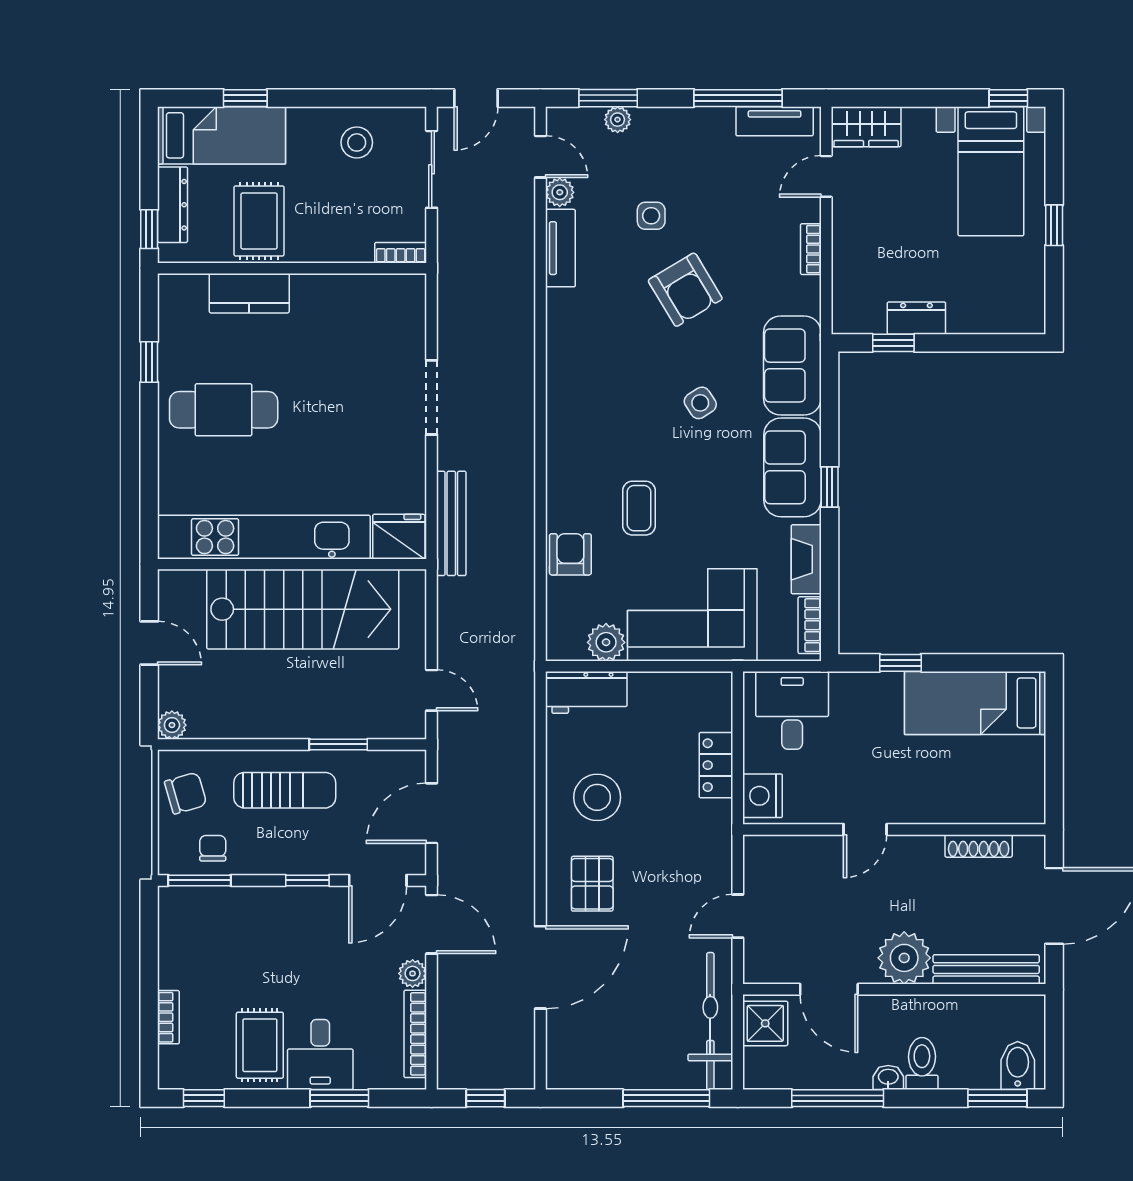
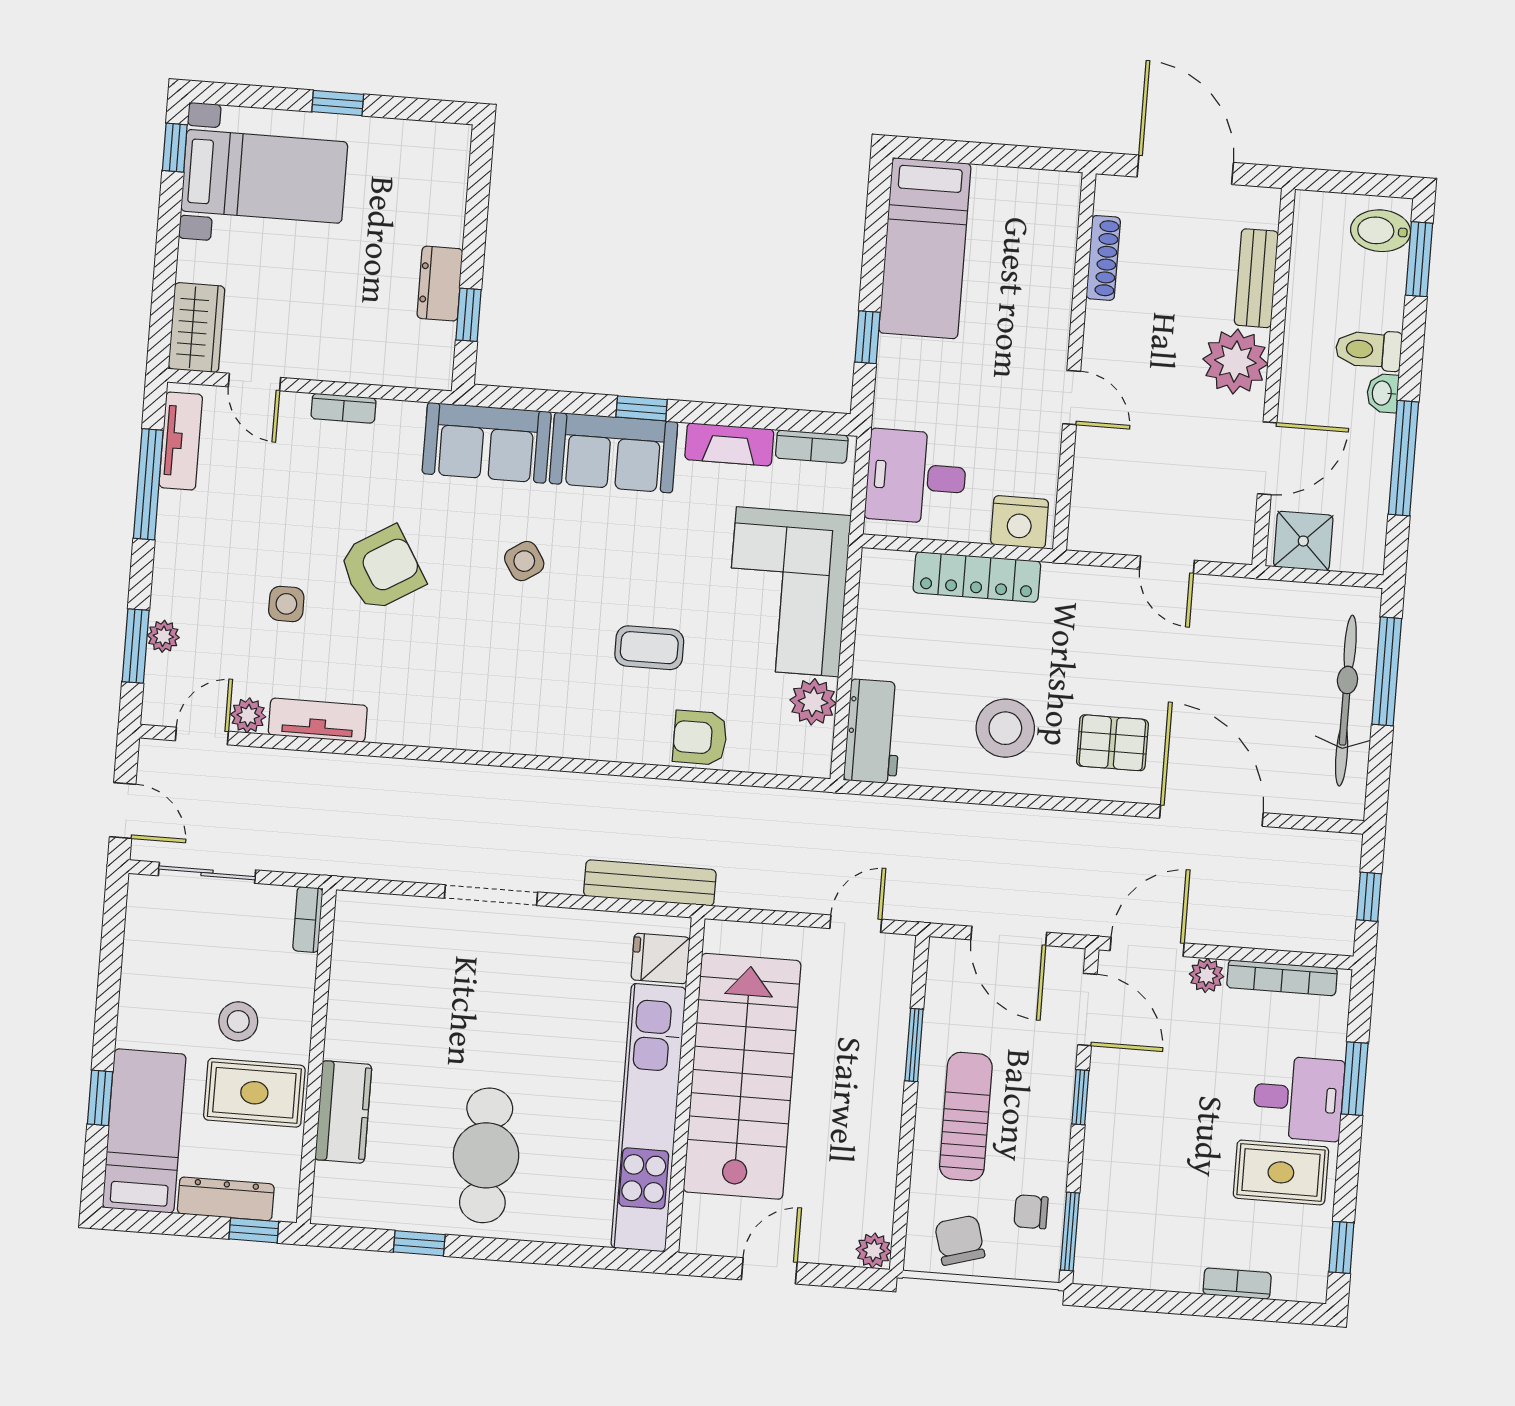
stool: (357, 142) -> (238, 1021), moved
fridge: (399, 537) -> (660, 959), width x0.72
locker: (716, 765) -> (977, 577), width x1.53
bench: (986, 969) -> (1256, 278), width x0.73
bicycle: (710, 1021) -> (1346, 701), moved, turned 90

